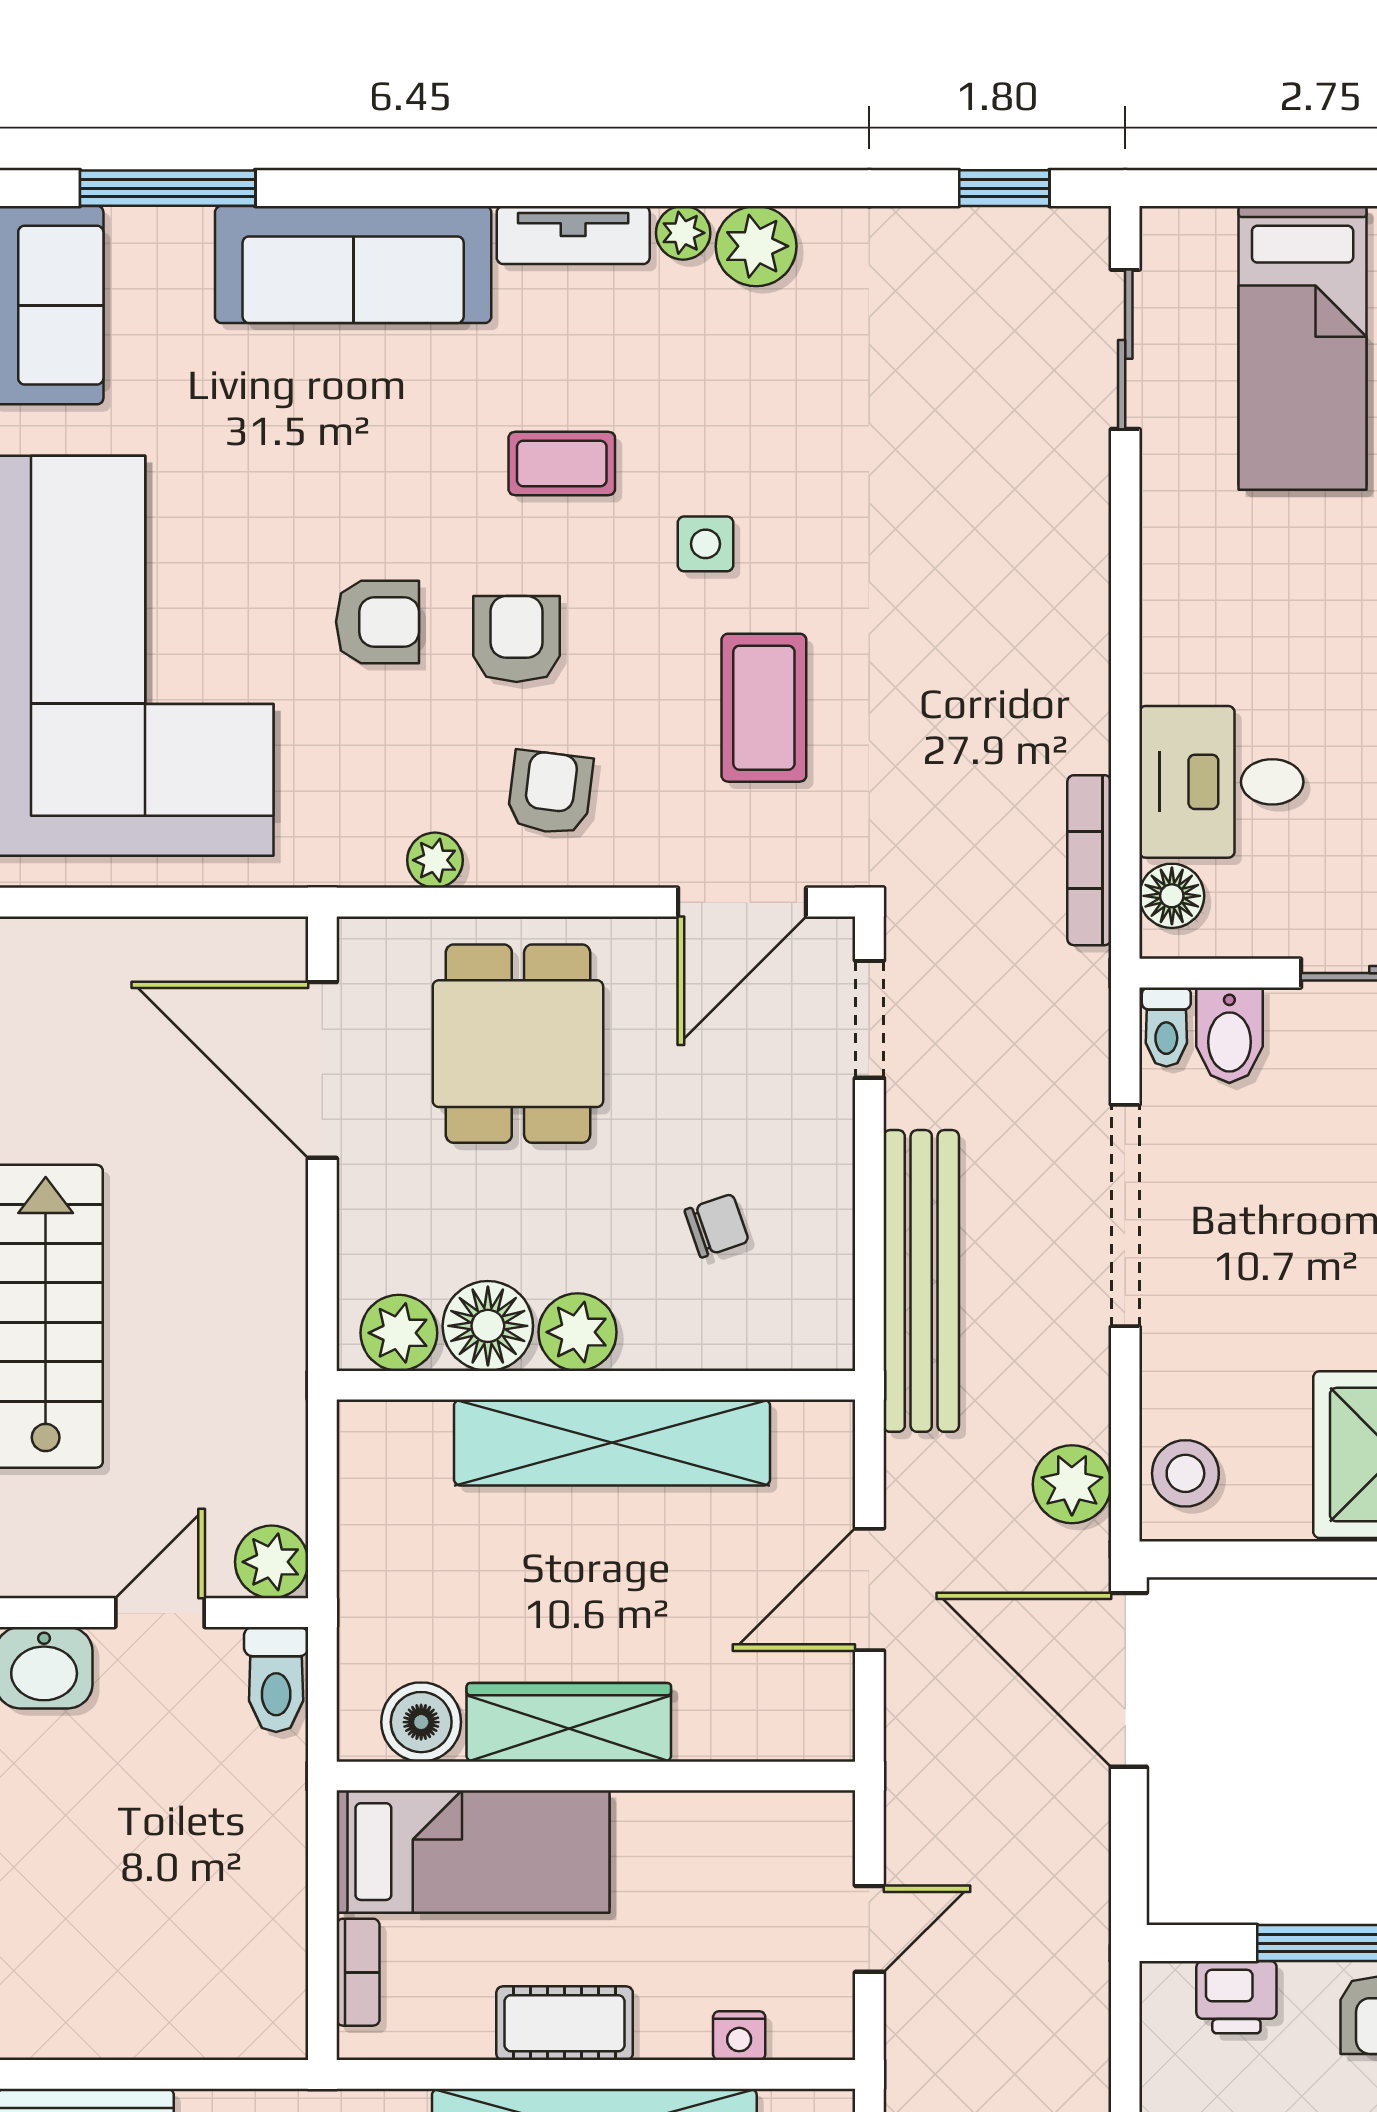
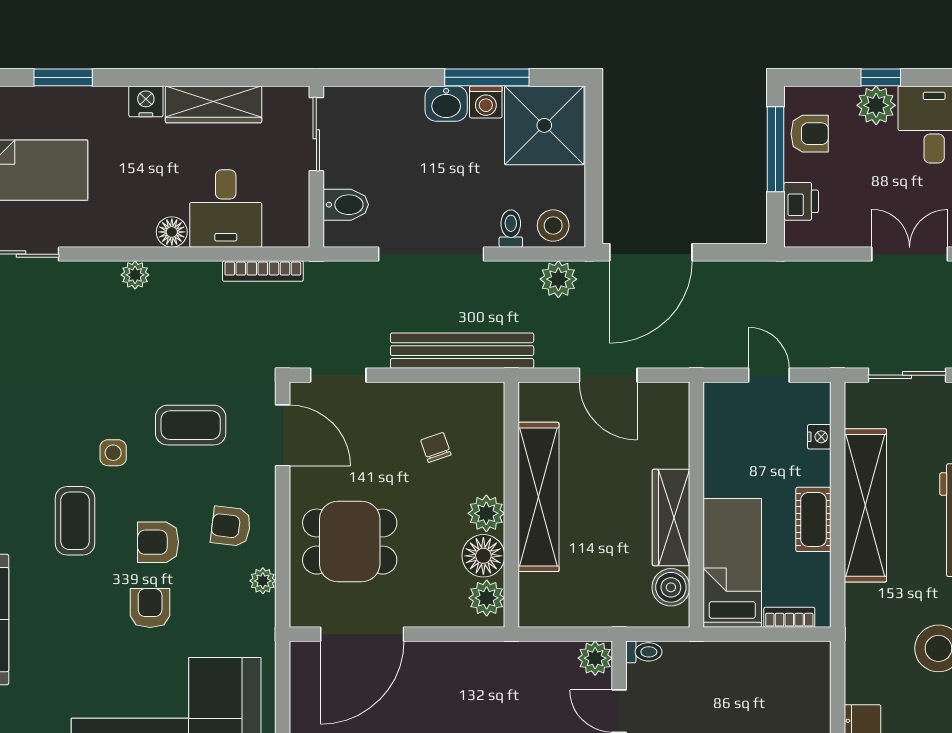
coffee table: (562, 463) -> (75, 521), width x1.36, depth x1.30
plant: (1081, 590) -> (135, 275), added
floor lamp: (1172, 896) -> (172, 232), moved
toilet: (1166, 1027) -> (511, 229), moved, turned -90
toilet: (276, 1680) -> (644, 652), width x0.73, depth x0.72

